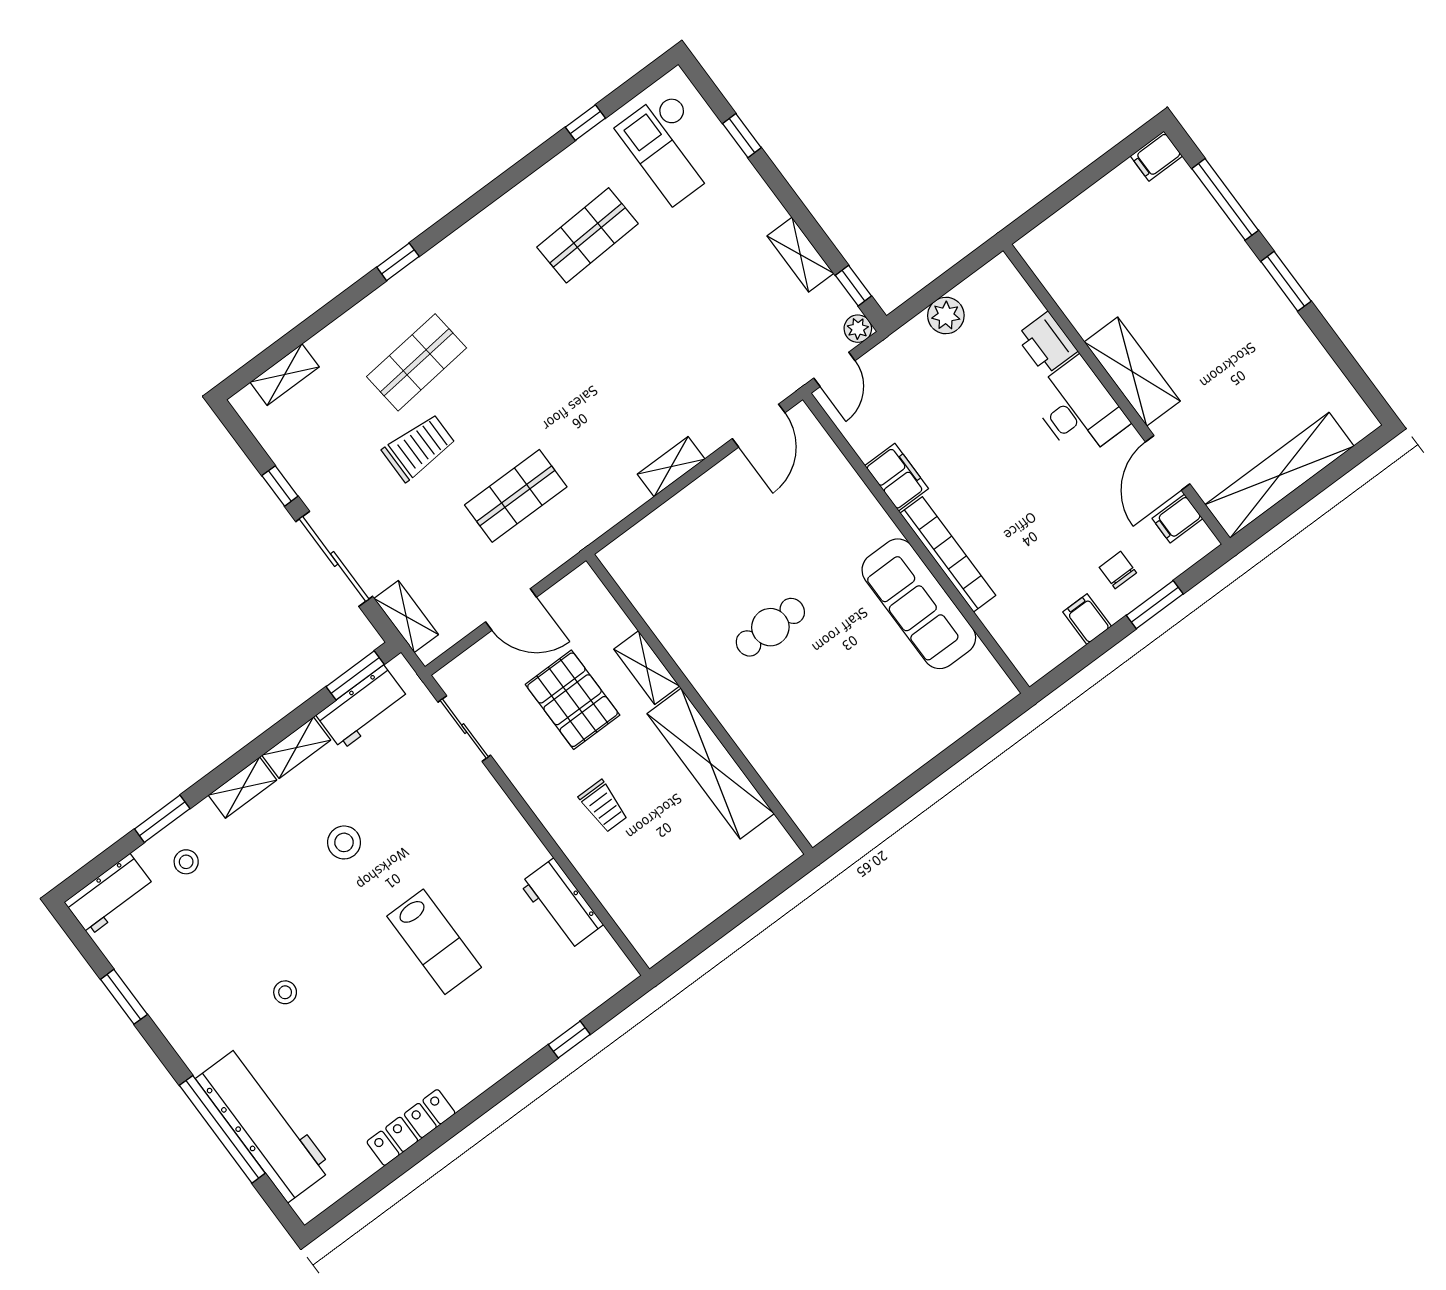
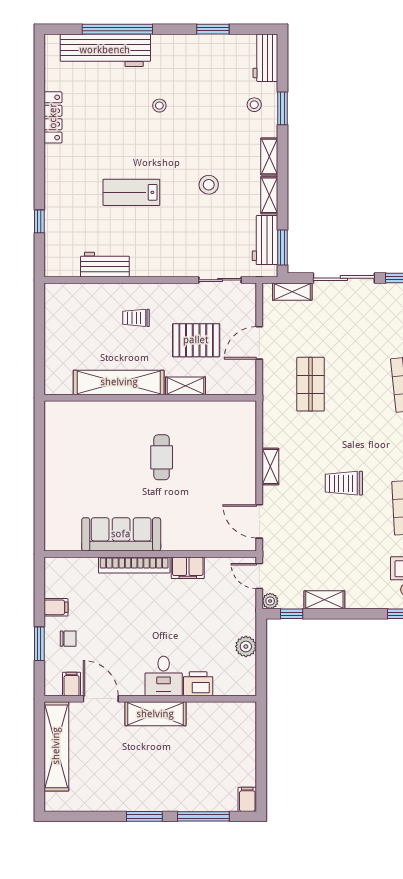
desk: (1078, 409) -> (164, 676), width x0.73
trolley: (419, 448) -> (344, 483), moved, turned 90

